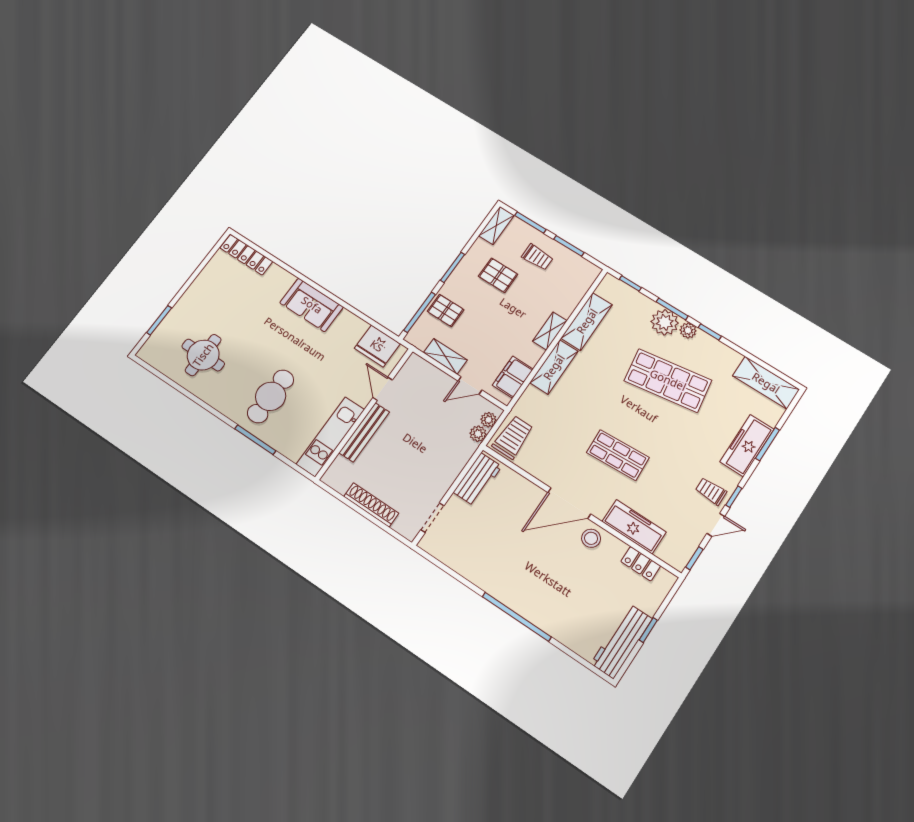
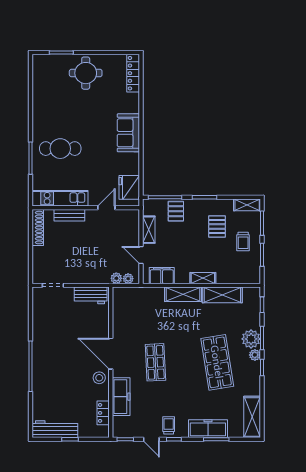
round table: (203, 355) -> (86, 73), moved
bench: (364, 432) -> (69, 215), width x0.73
trolley: (513, 437) -> (127, 299), removed
shoe rack: (371, 505) -> (38, 228), moved

